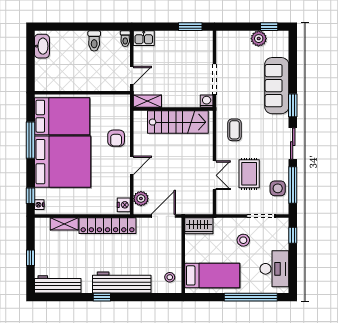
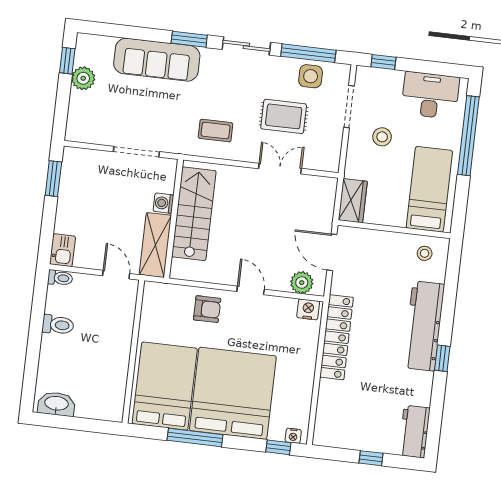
shelving: (147, 101) -> (155, 245), width x1.50, depth x1.33
washing machine: (207, 101) -> (163, 203), moved
shelving: (64, 224) -> (326, 402), removed
workbench: (58, 284) -> (414, 432), width x0.73

